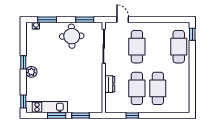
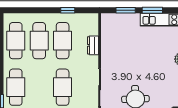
cafe table: (179, 88) -> (16, 41), added

